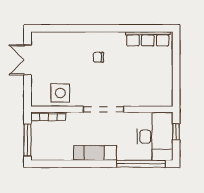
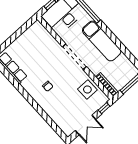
window: (27, 93) -> (104, 108), added
exam couch: (95, 153) -> (102, 41), width x1.36, depth x1.45

